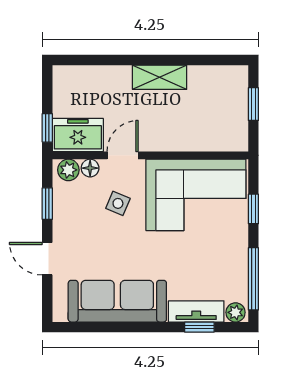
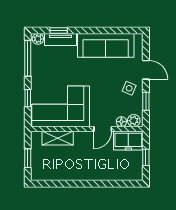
shelving: (160, 77) -> (58, 138), moved
window: (47, 128) -> (146, 157), moved
side table: (118, 203) -> (129, 88), moved

